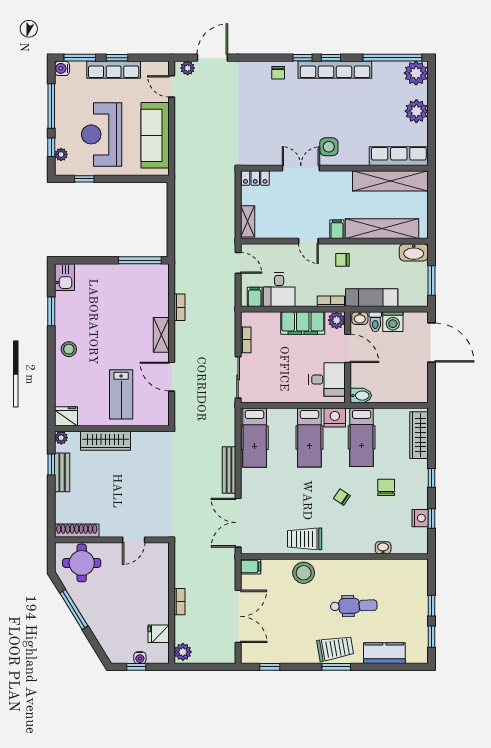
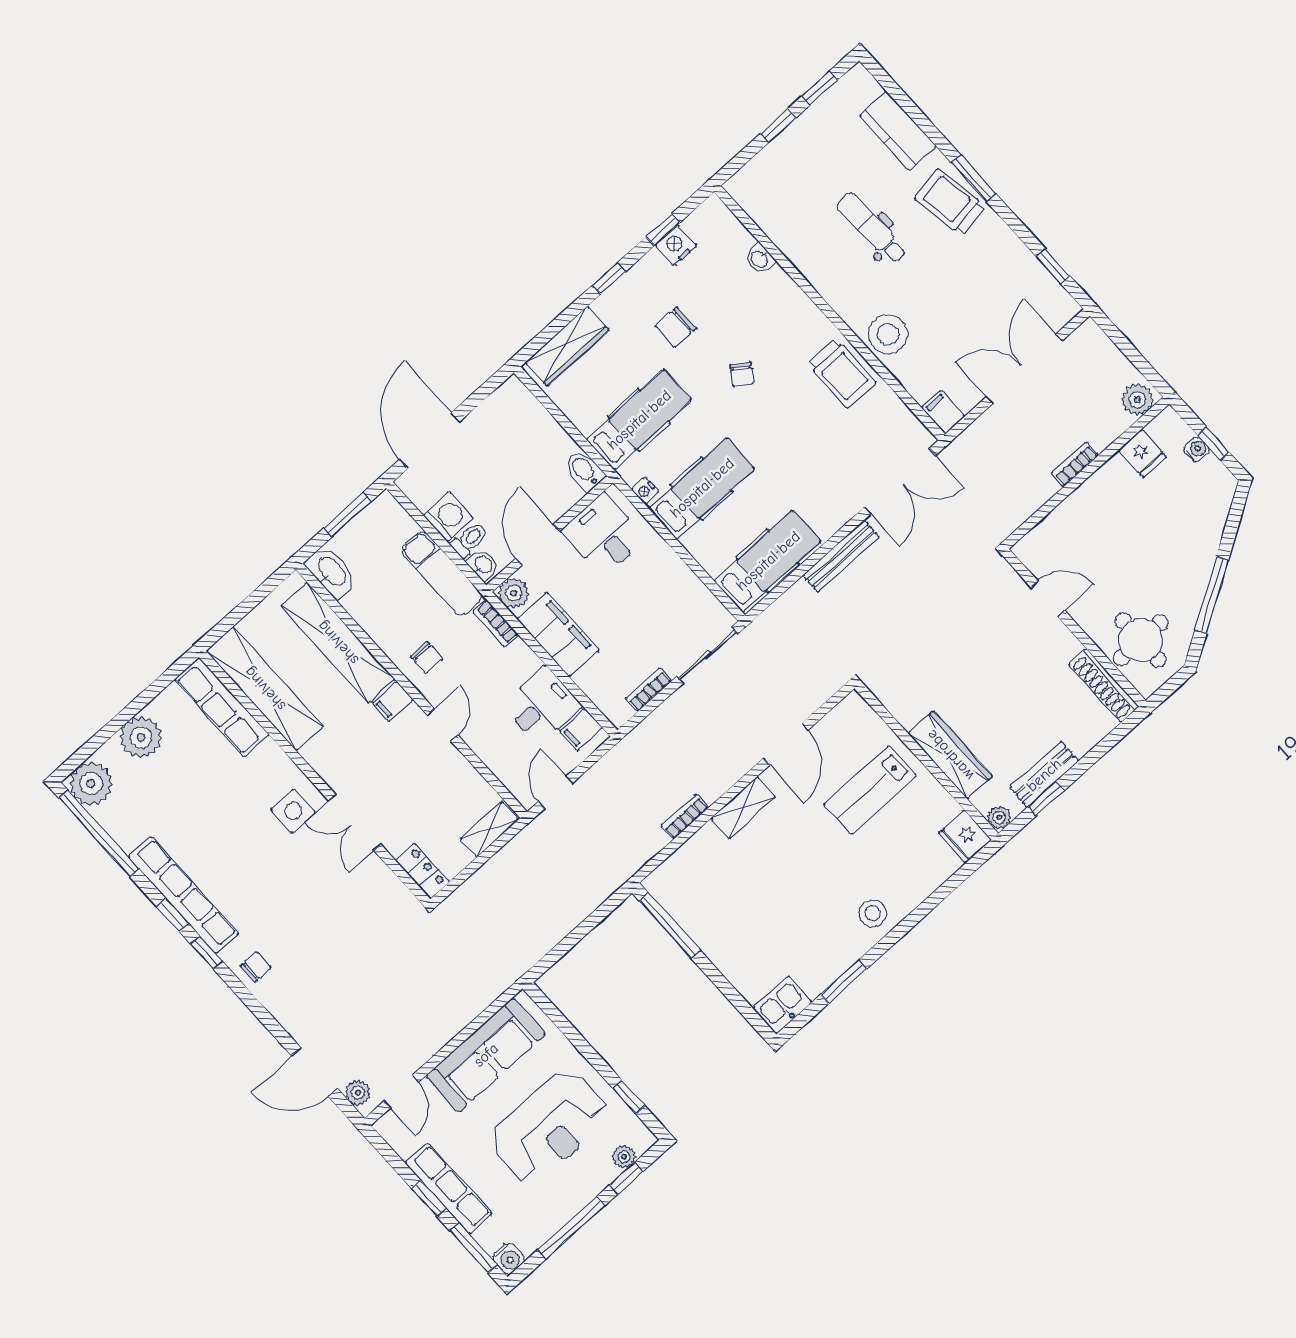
lab bench: (121, 394) -> (870, 790), turned 180
nightstand: (335, 417) -> (645, 491), width x0.53, depth x0.56

